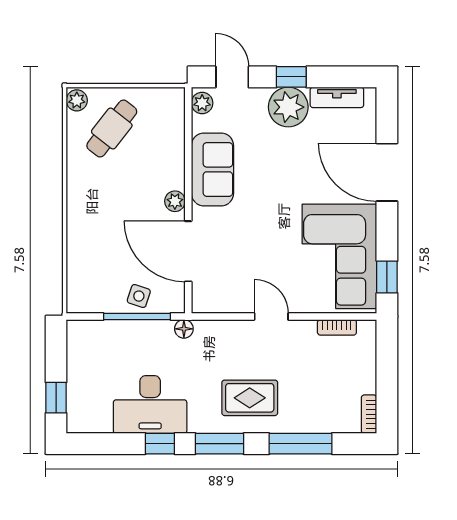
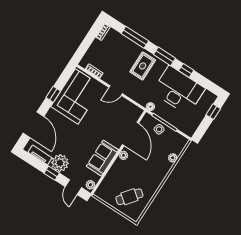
plant: (77, 100) -> (173, 158), moved
door: (387, 172) -> (34, 125), moved
window: (387, 277) -> (53, 94), moved
door: (271, 316) -> (116, 91), hinge flipped
rug: (250, 398) -> (143, 66), turned 90
desk: (150, 404) -> (179, 90), width x1.36, depth x1.30

